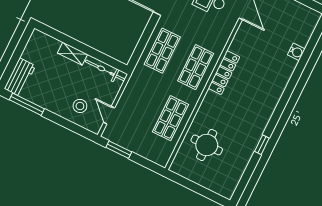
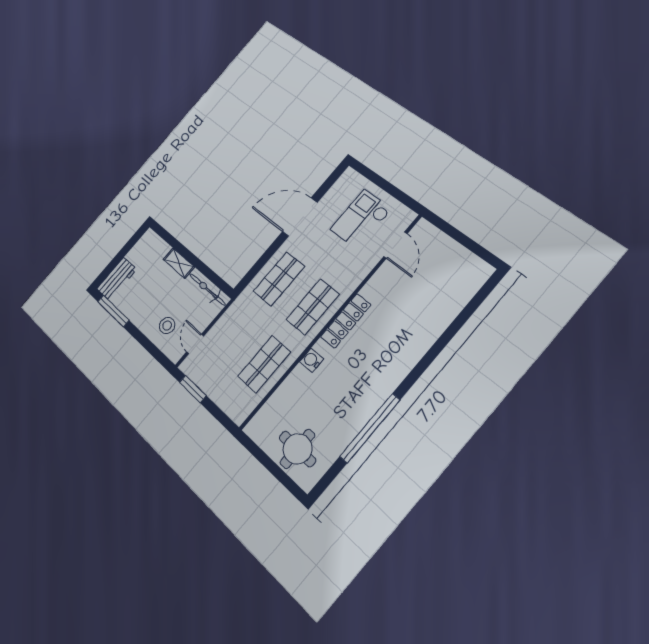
water cooler: (296, 52) -> (312, 360), moved, turned 180
round table: (207, 145) -> (297, 449), moved
window: (262, 145) -> (370, 428), width x3.17

